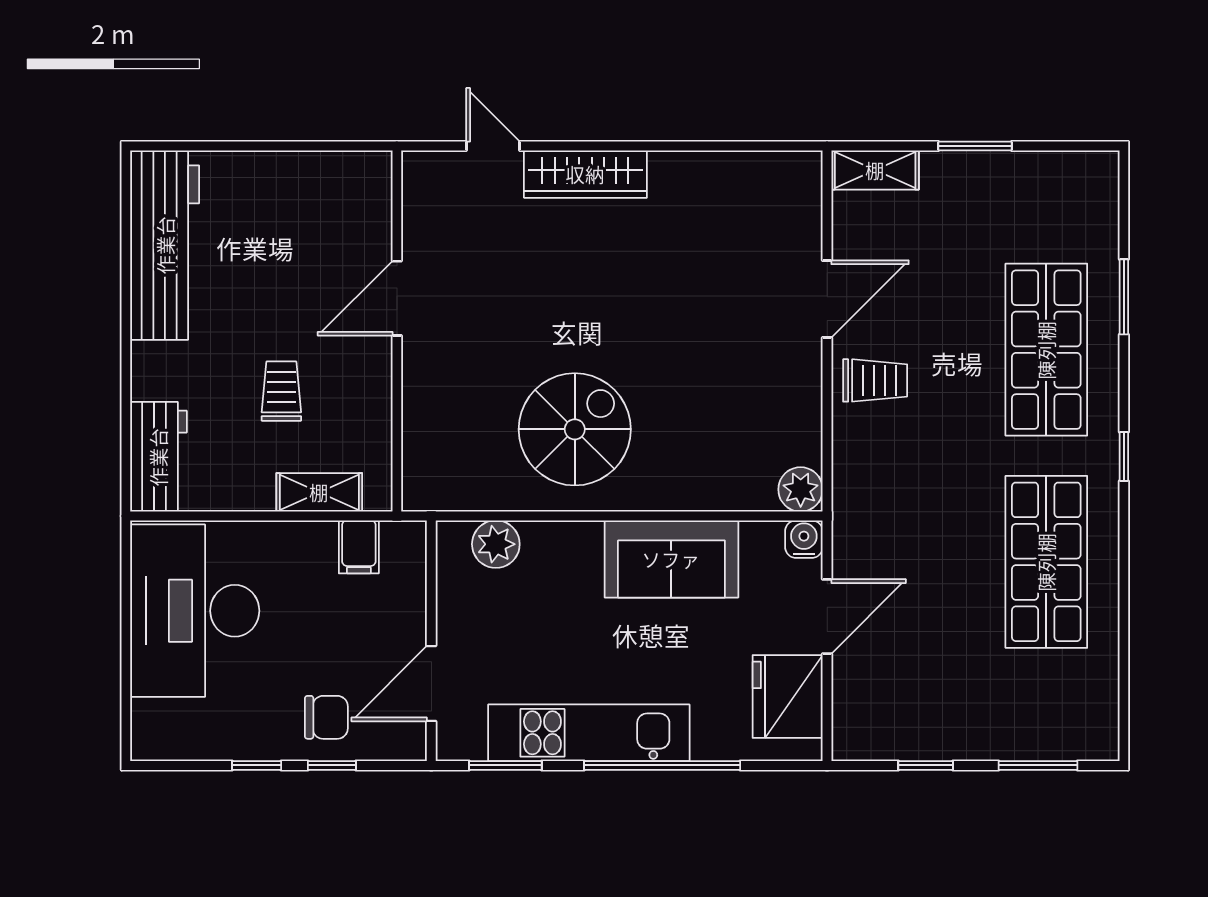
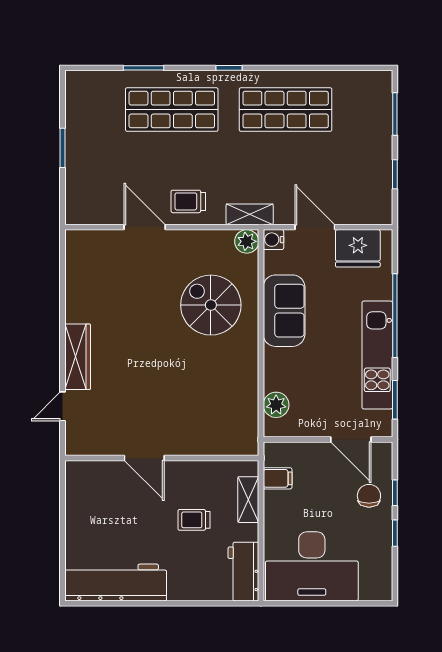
shelving: (875, 170) -> (250, 214), moved, turned 90
trolley: (875, 380) -> (188, 201), turned -90
spiral stairs: (575, 429) -> (211, 305), moved
workbench: (158, 457) -> (243, 572), moved, turned -90

